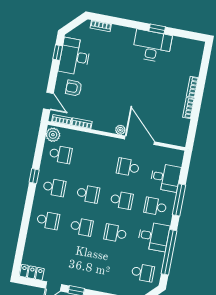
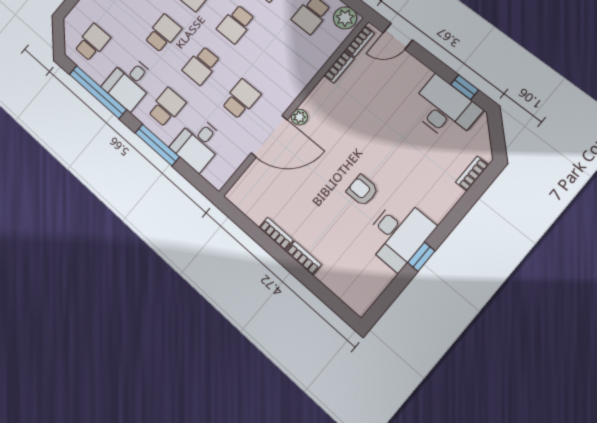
armchair: (74, 88) -> (362, 190), moved, turned -90
school desk: (143, 273) -> (92, 42), turned 180

